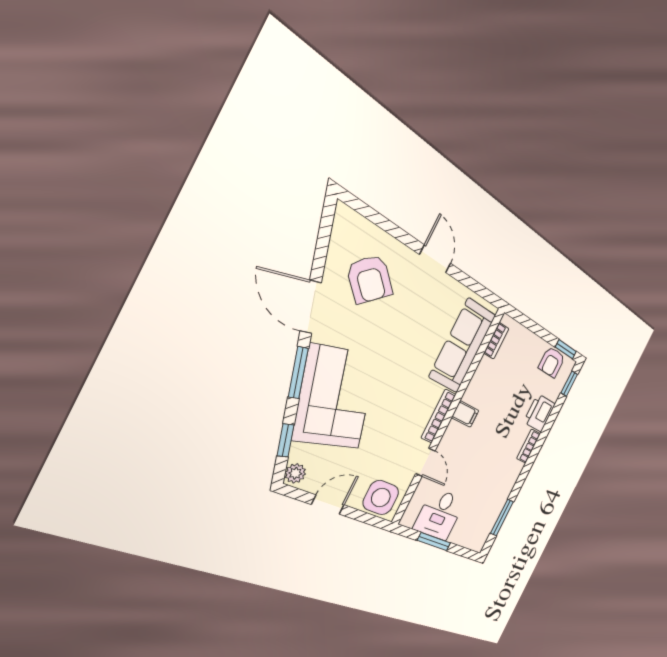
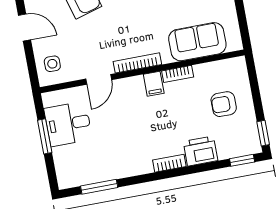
bookcase: (496, 341) -> (178, 74), moved
sofa: (463, 346) -> (197, 42), width x0.73
armchair: (552, 362) -> (224, 104), moved
side table: (381, 498) -> (52, 64), width x0.54, depth x0.54

